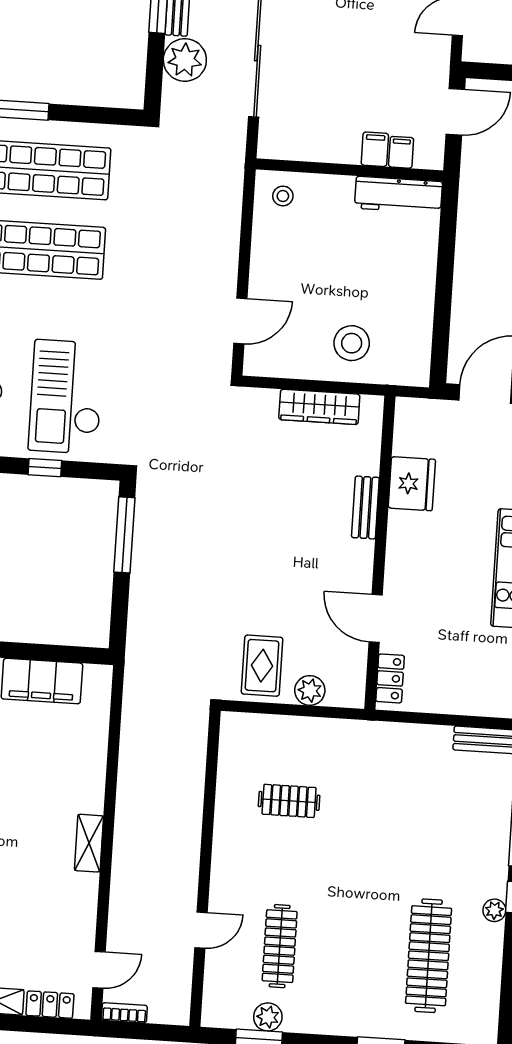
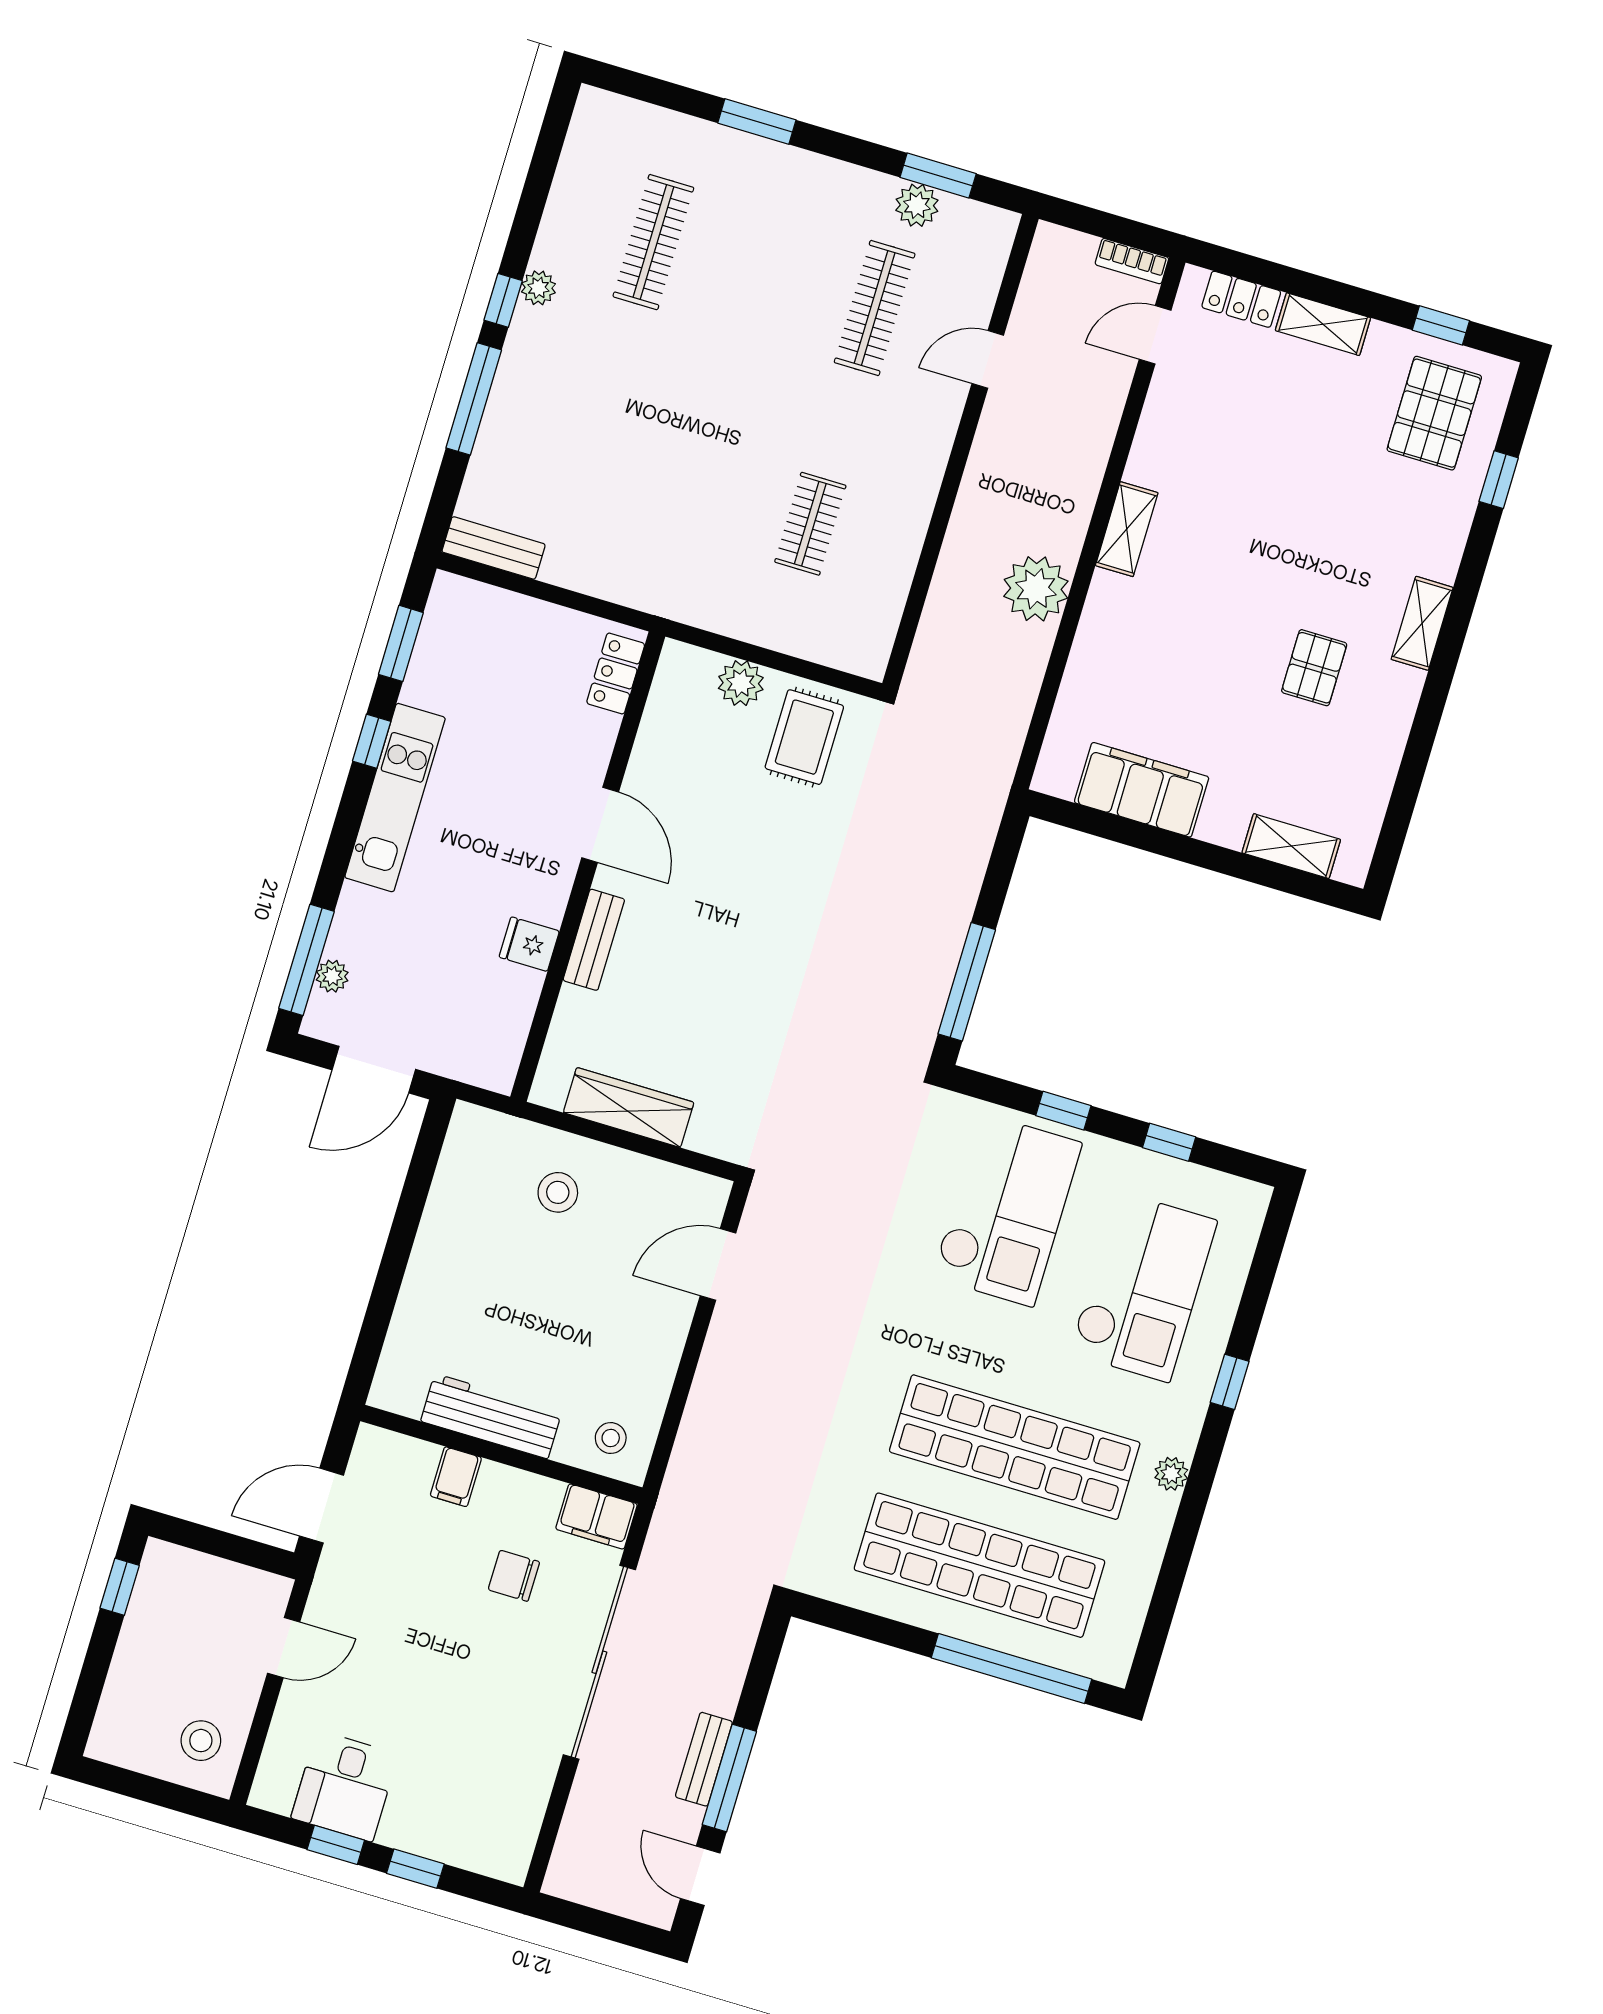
plant: (185, 60) -> (1036, 589), moved
chair: (324, 95) -> (514, 1576), added
filing cabinet: (401, 152) -> (596, 1517), moved, width x2.00
workbench: (398, 195) -> (491, 1416), moved
stool: (352, 343) -> (558, 1192), width x0.73, depth x0.73
fridge: (412, 484) -> (529, 944), width x0.53, depth x0.75
door: (376, 619) -> (600, 825), moved
clothes rail: (289, 801) -> (810, 524), turned 90
clothes rail: (429, 956) -> (653, 242), width x0.73, depth x0.76

